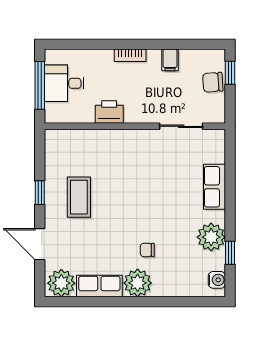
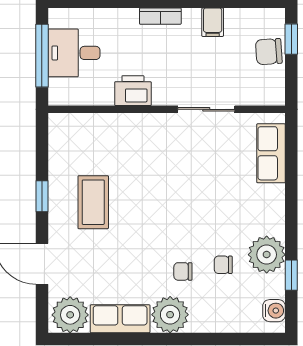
sliding door: (181, 126) -> (206, 109), moved
row of seats: (215, 187) -> (271, 153), moved
chair: (178, 245) -> (223, 265), added

